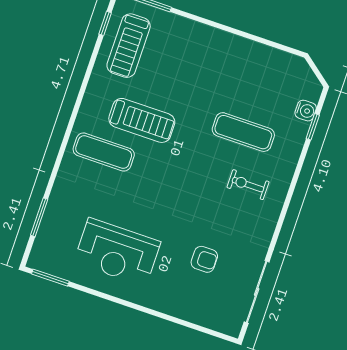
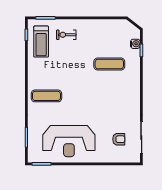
treadmill: (142, 120) -> (59, 75), removed
exercise bike: (248, 185) -> (66, 35), moved
reception desk: (117, 252) -> (69, 141), width x1.36, depth x1.30
armchair: (204, 259) -> (119, 139), moved

